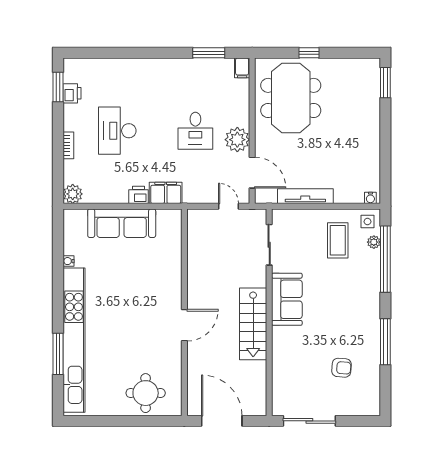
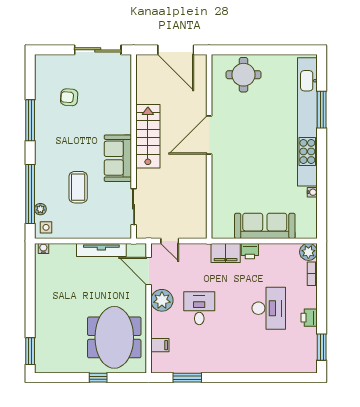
filing cabinet: (242, 68) -> (160, 345), moved, turned 90
printer: (72, 93) -> (309, 318), moved
bookcase: (68, 145) -> (312, 274), moved
coffee table: (338, 240) -> (78, 187), moved
door: (184, 325) -> (209, 135), width x1.36

